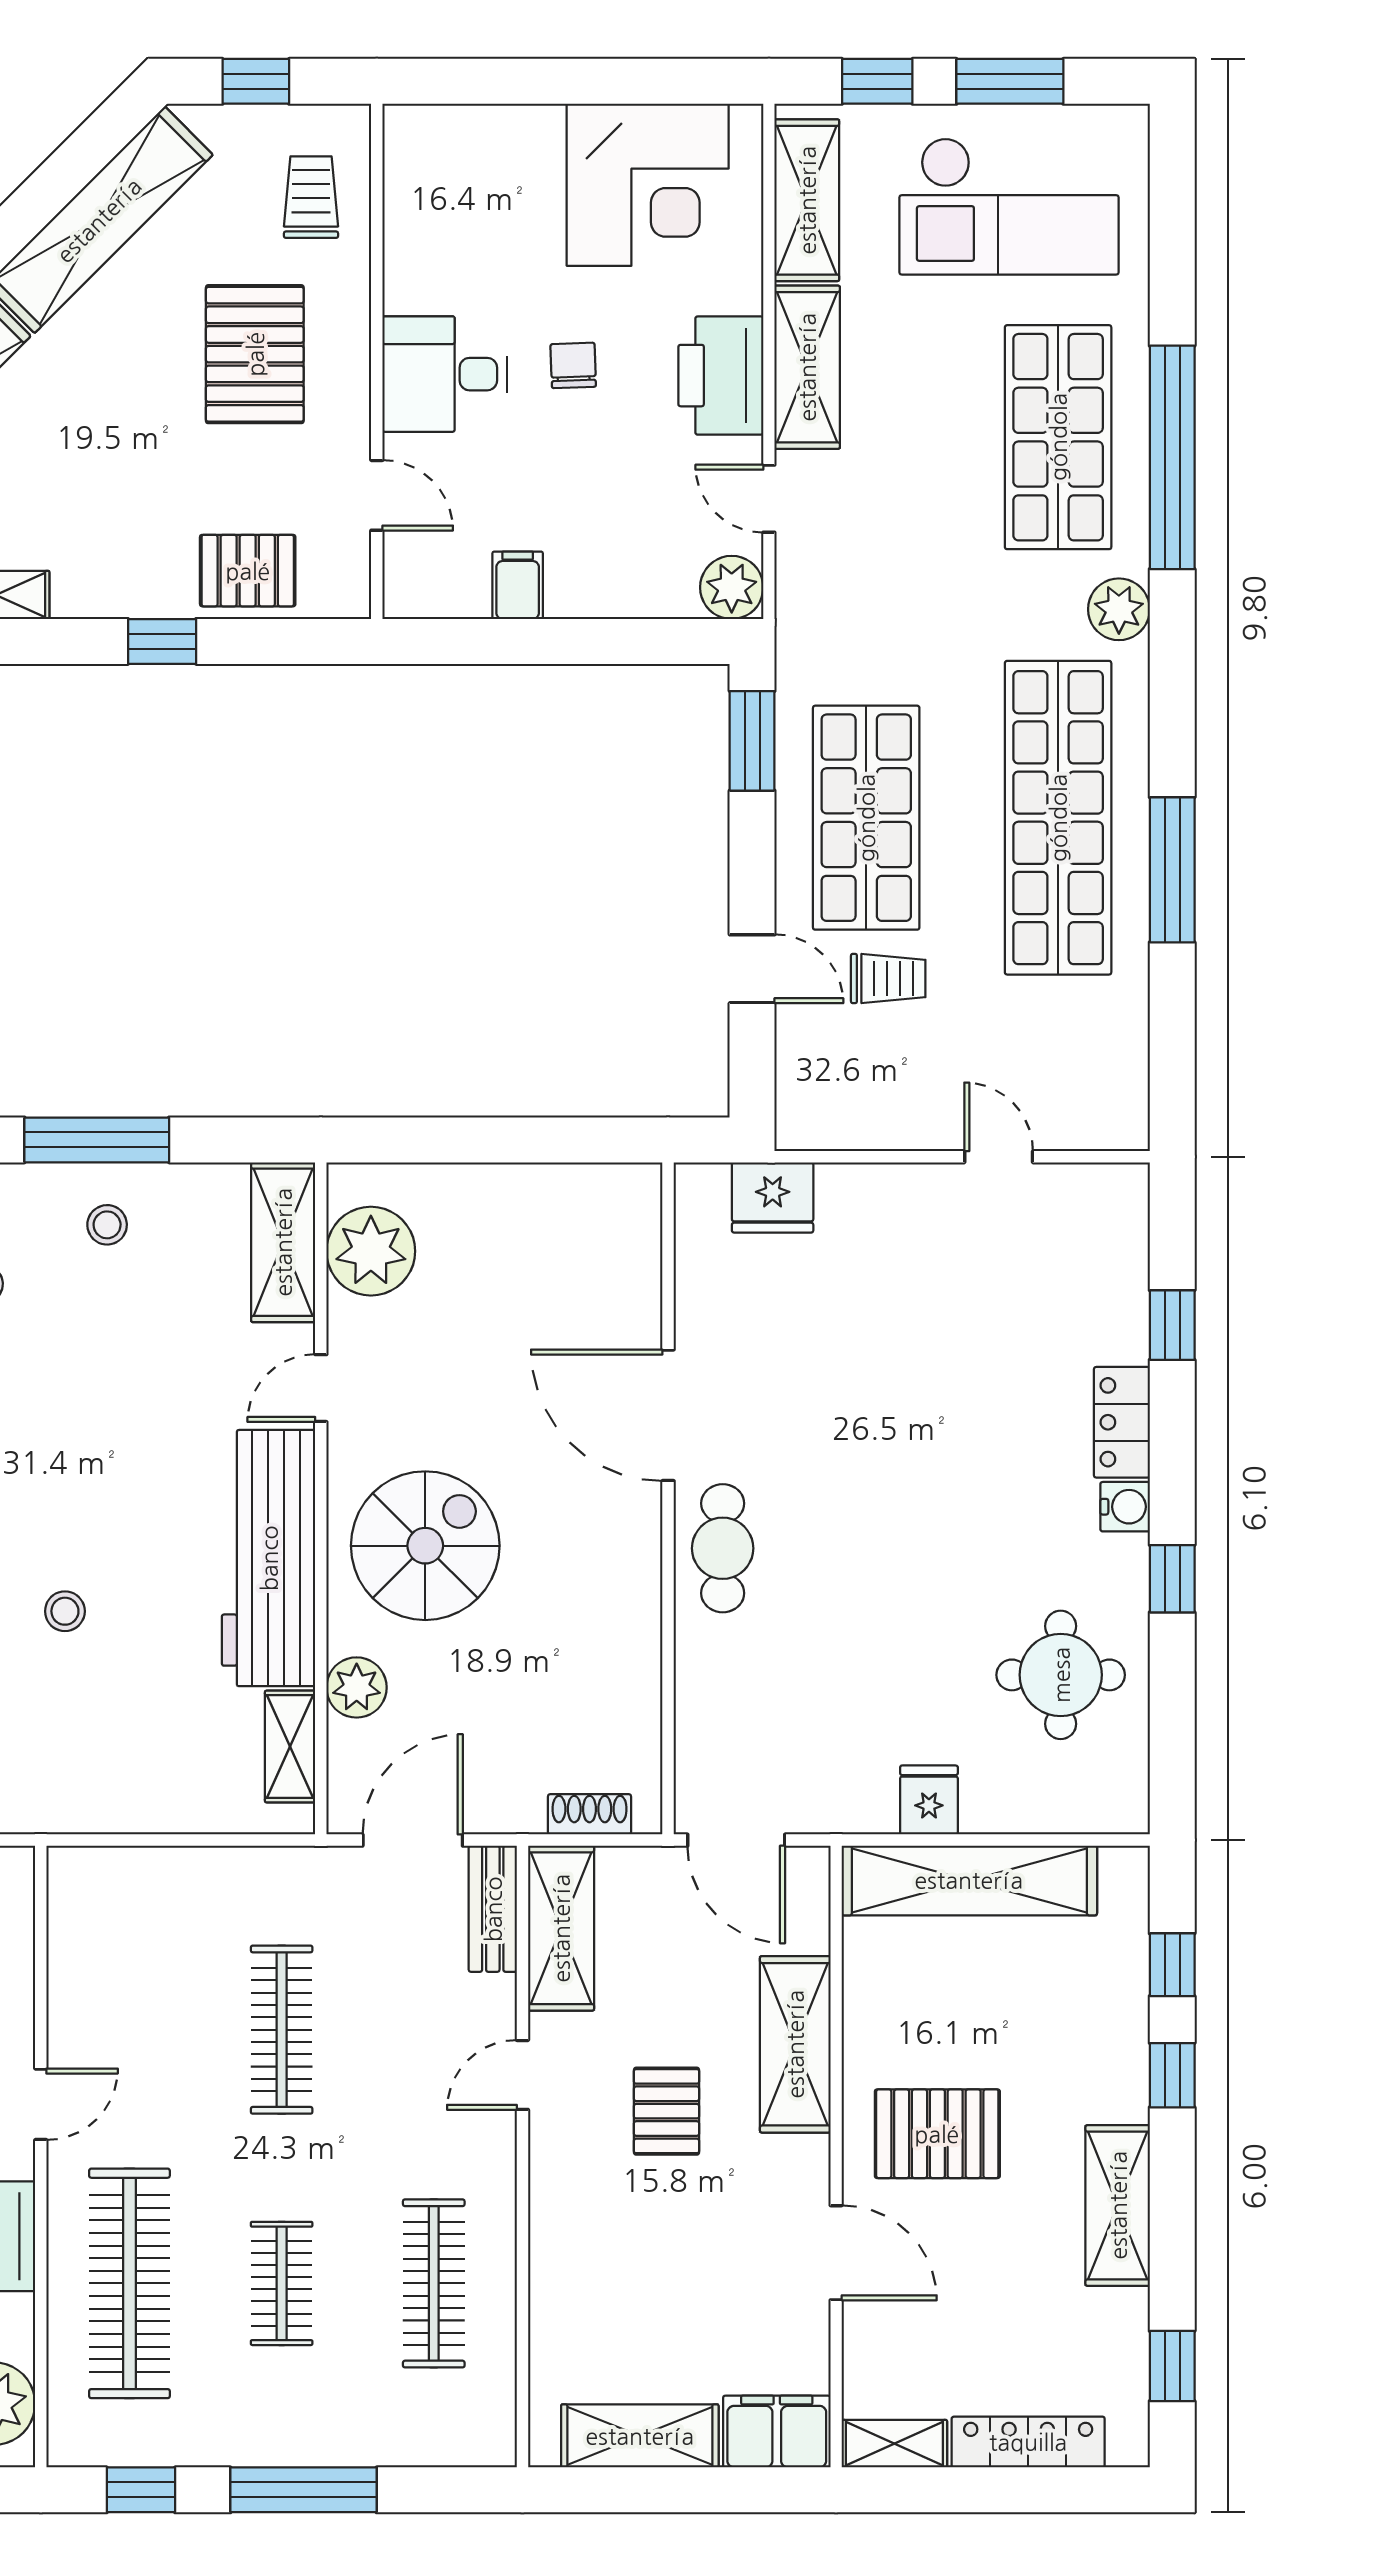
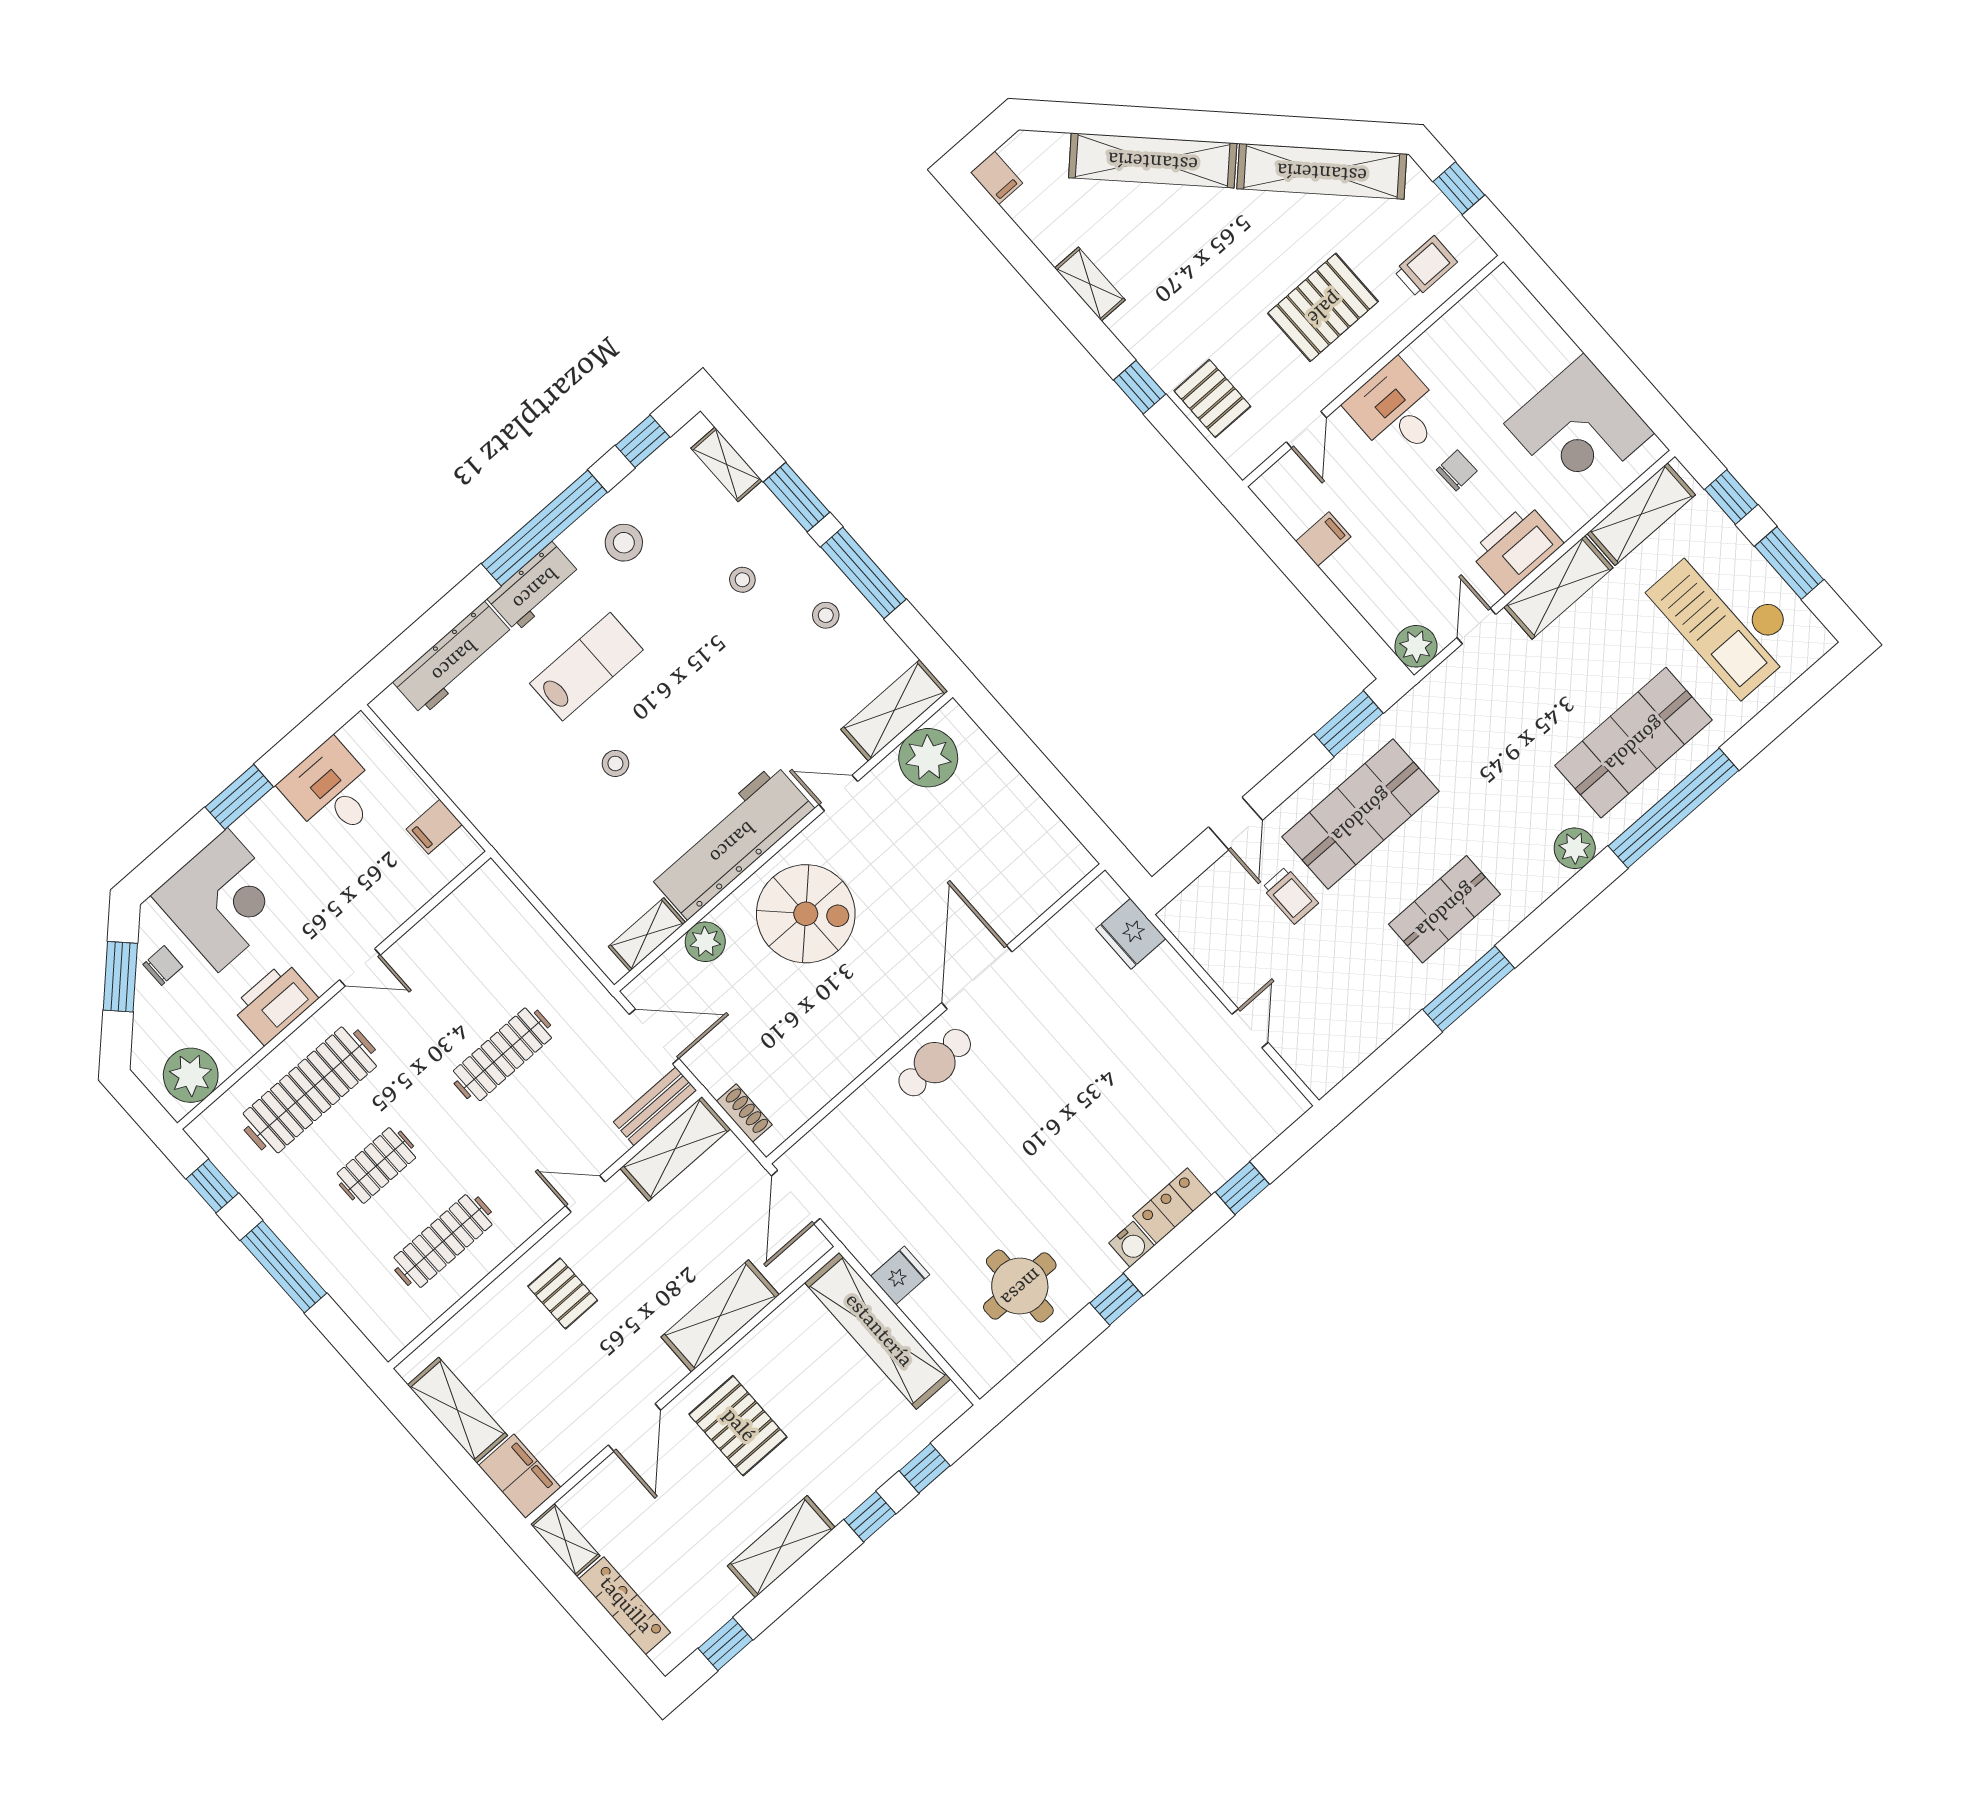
shop shelf: (1058, 818) -> (1444, 909), width x0.50, depth x0.74
pallet: (667, 2111) -> (563, 1293), moved, turned 90

